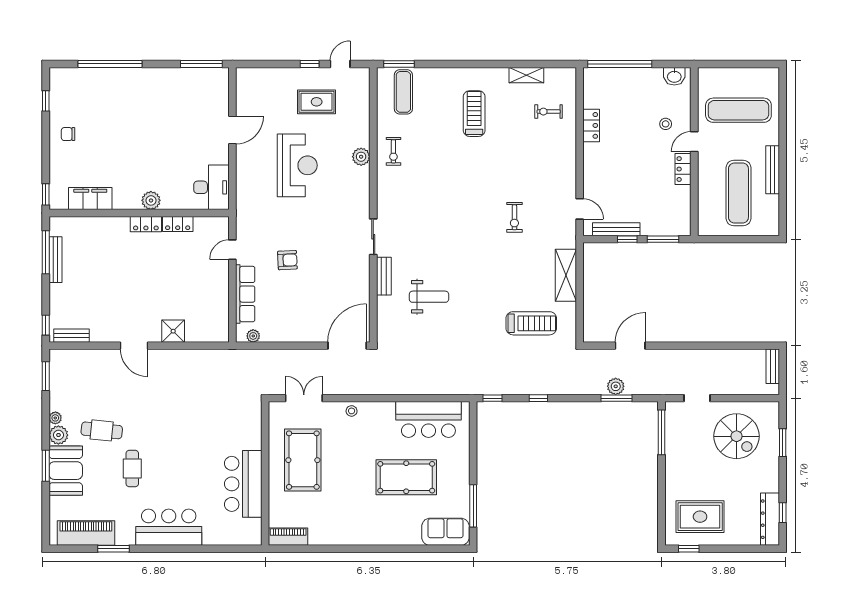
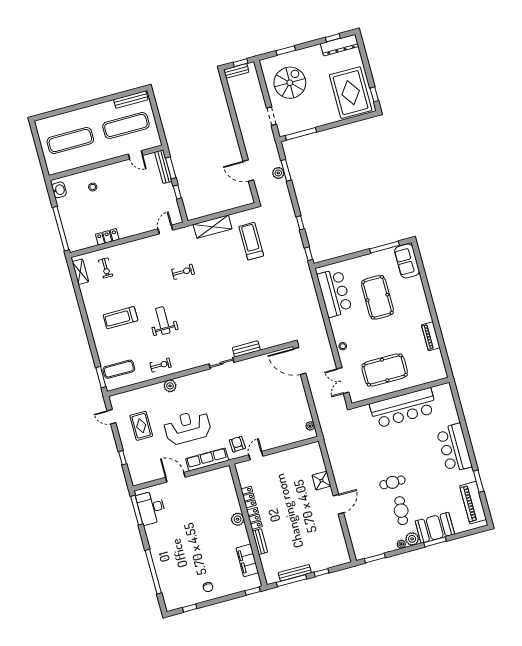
window: (310, 64) -> (123, 458), moved
shelving: (526, 75) -> (80, 272), moved
exercise mat: (738, 110) -> (70, 140), turned 90
door: (694, 142) -> (136, 155), moved
locker: (683, 169) -> (120, 167), removed
bench: (773, 170) -> (131, 99), moved
desk: (211, 187) -> (151, 508), moved, turned -90
bench: (616, 229) -> (163, 167), moved
door: (232, 250) -> (256, 456), swing flipped
armchair: (287, 260) -> (237, 444), moved
row of seats: (245, 294) -> (207, 459), moved
weight bench: (429, 297) -> (163, 321), moved
window: (46, 325) -> (322, 573), moved
bench: (72, 336) -> (260, 542), moved
window: (783, 375) -> (240, 63), added
cafe table: (132, 469) -> (392, 482), moved
bar counter: (243, 484) -> (403, 408), width x1.36
rug: (700, 517) -> (351, 93), width x1.37, depth x1.44
piano: (288, 537) -> (431, 336), moved

